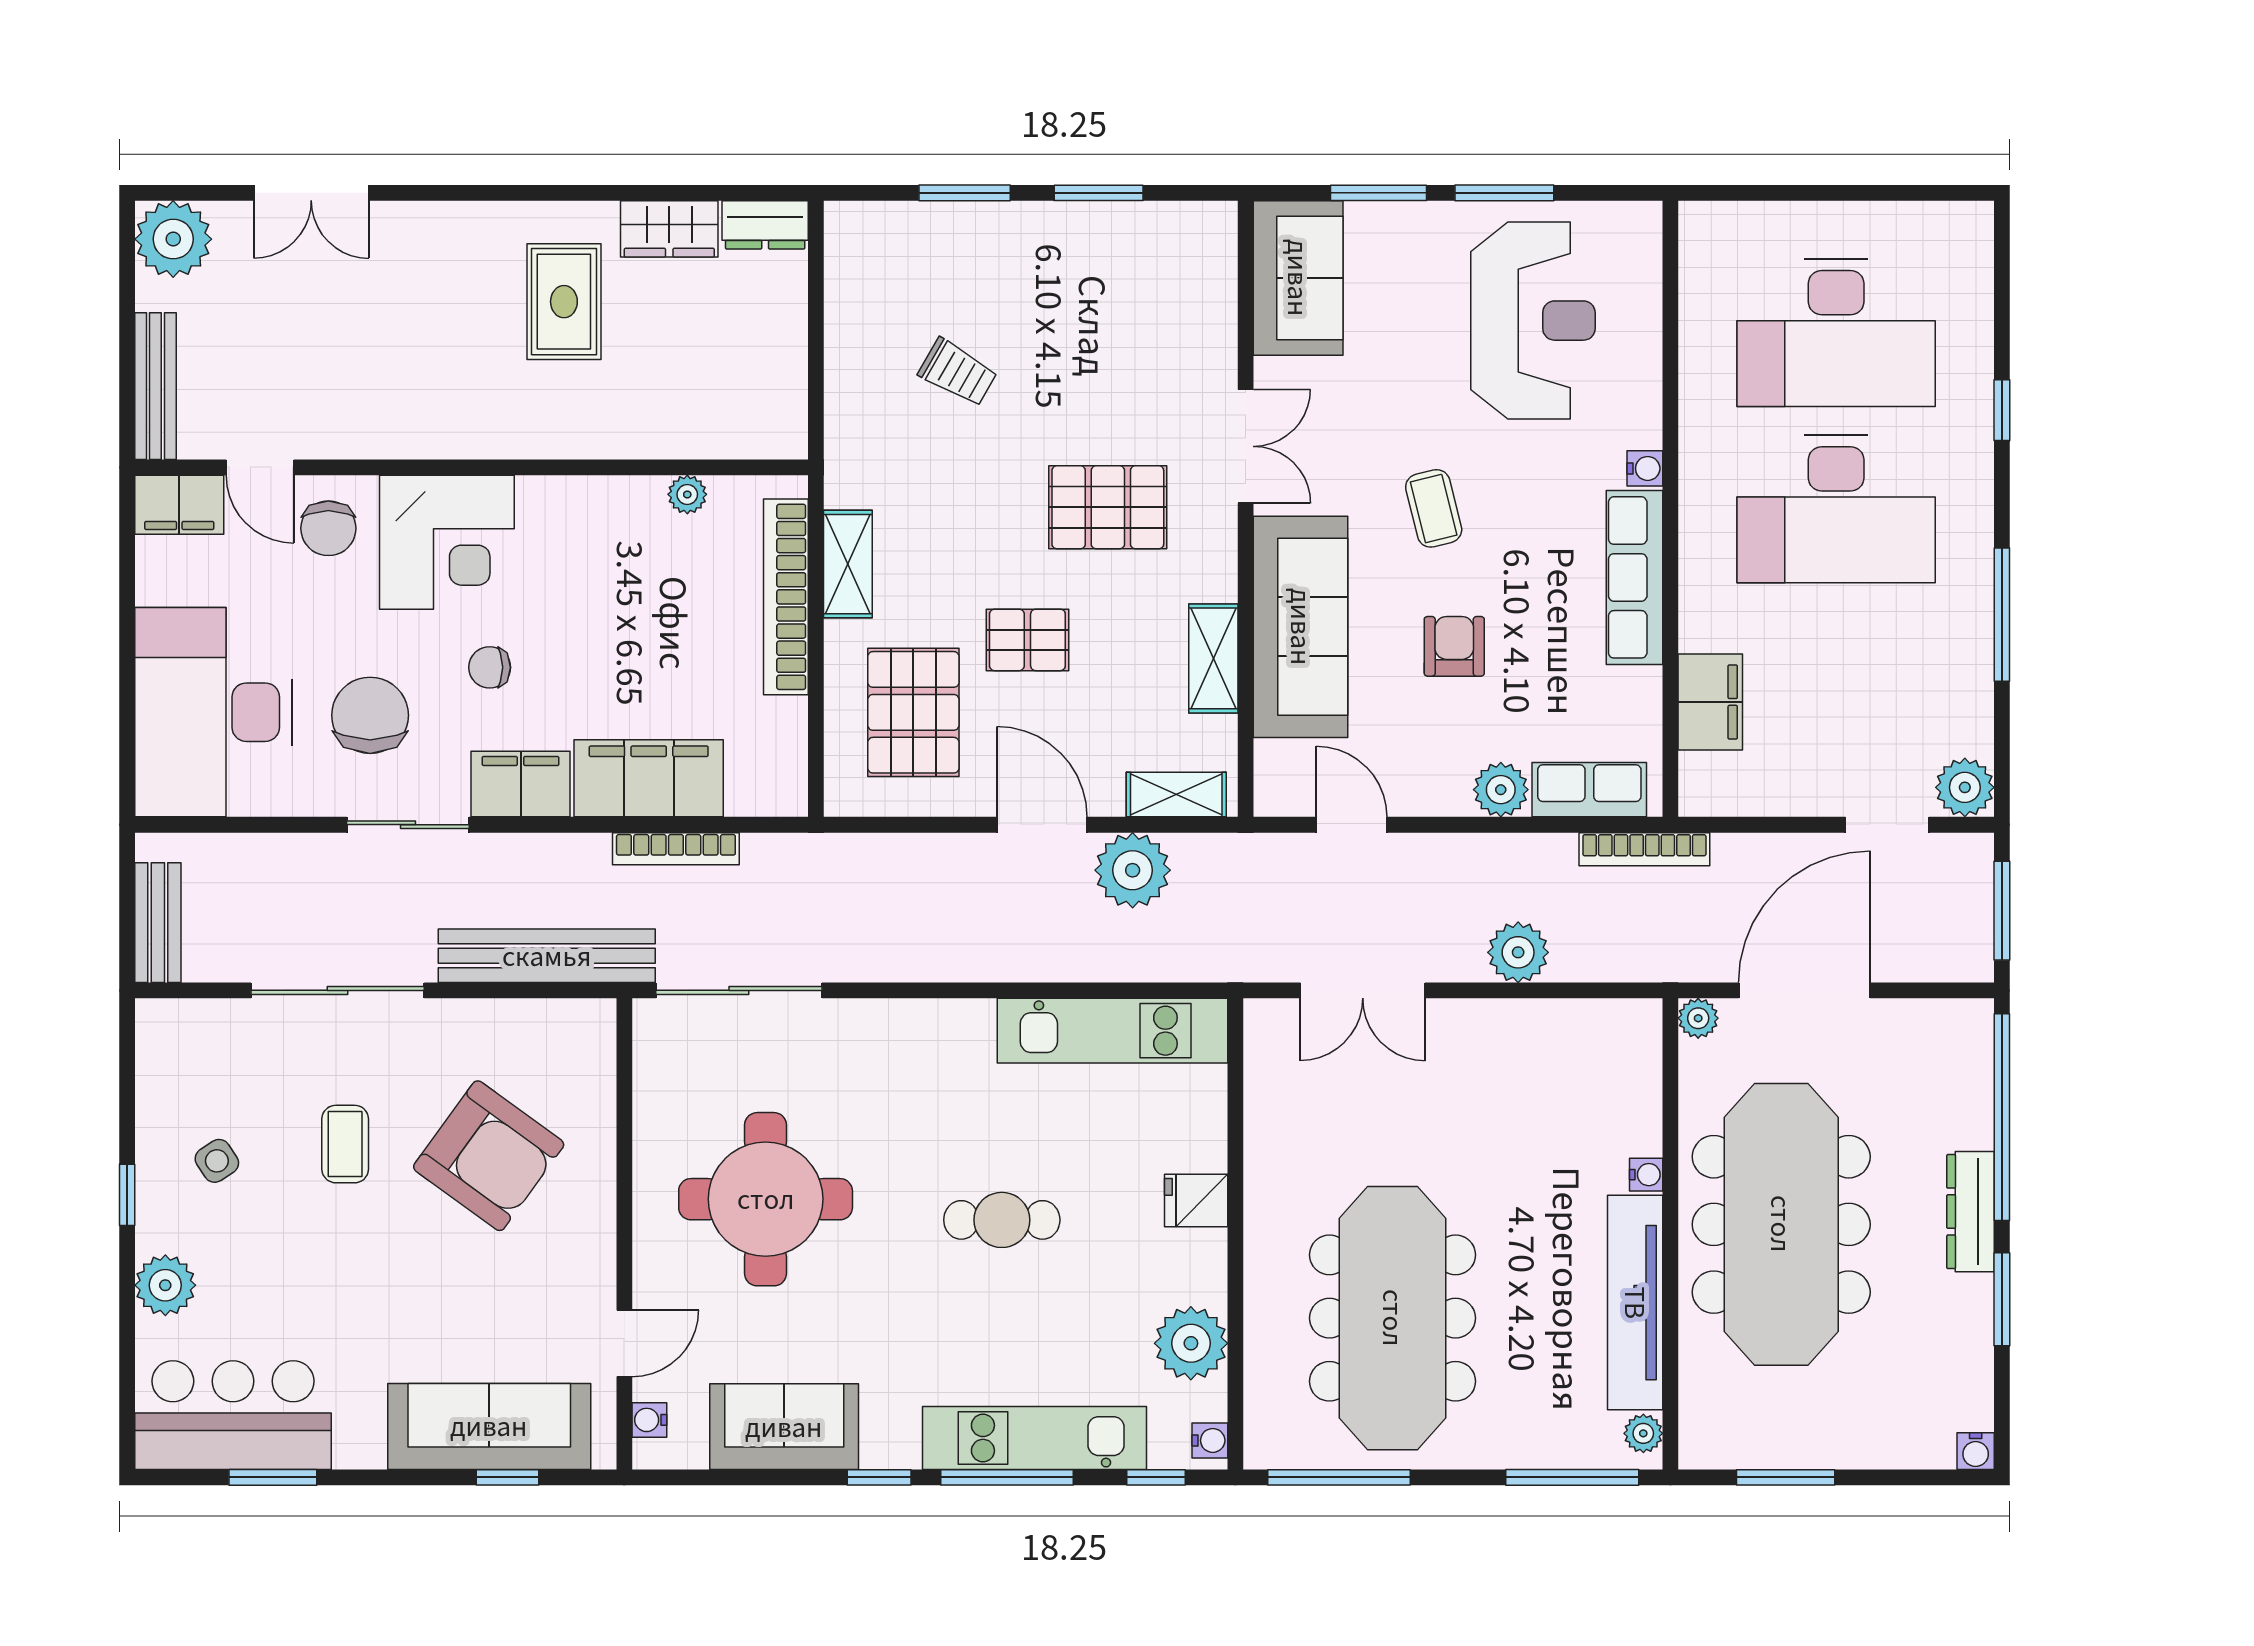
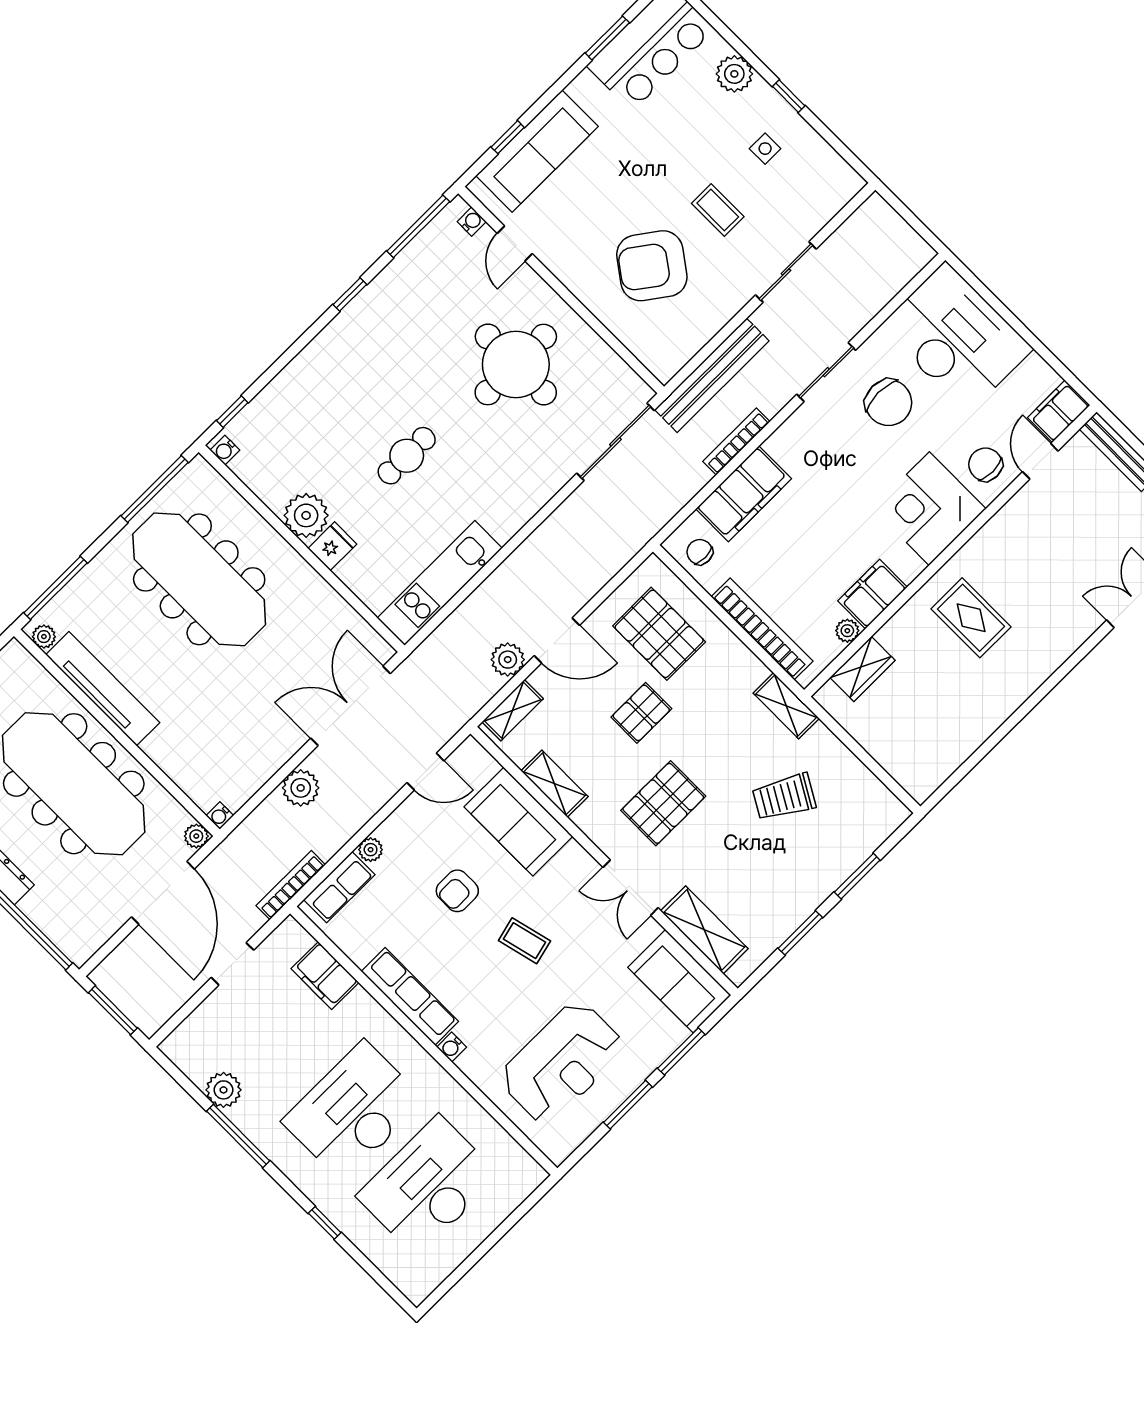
dresser: (765, 225) -> (928, 778), removed
wardrobe: (669, 229) -> (863, 669), moved, turned 180
rug: (564, 302) -> (971, 618), moved
shelving: (1208, 309) -> (704, 930), added
reception desk: (1533, 321) -> (562, 1063), turned -90
trolley: (958, 372) -> (784, 797), width x1.36, depth x1.39
door: (260, 467) -> (1040, 461), hinge flipped
shelving: (848, 564) -> (786, 706), moved
sofa: (1301, 627) -> (518, 822), width x0.73
armchair: (1454, 646) -> (457, 891), turned 90
chair: (490, 667) -> (700, 552), moved, turned -90
filing cabinet: (521, 784) -> (872, 594), moved, turned 180
plant: (1965, 787) -> (223, 1090), moved
plant: (1501, 790) -> (371, 850), width x0.73, depth x0.73
doorway: (1887, 825) -> (232, 964), moved
bookcase: (676, 849) -> (736, 441), moved
plant: (1133, 870) -> (508, 660), width x0.73, depth x0.73
bench: (158, 923) -> (891, 225), removed
sliding door: (338, 990) -> (786, 272), width x0.73
double door: (1363, 990) -> (351, 706), width x1.37
side table: (217, 1161) -> (765, 149), turned 33
water cooler: (1646, 1175) -> (220, 816), moved
plant: (1191, 1343) -> (306, 515), moved
sofa: (784, 1427) -> (412, 276), removed
kitchen unit: (1034, 1438) -> (301, 377), removed
window: (1007, 1477) -> (418, 226), moved

